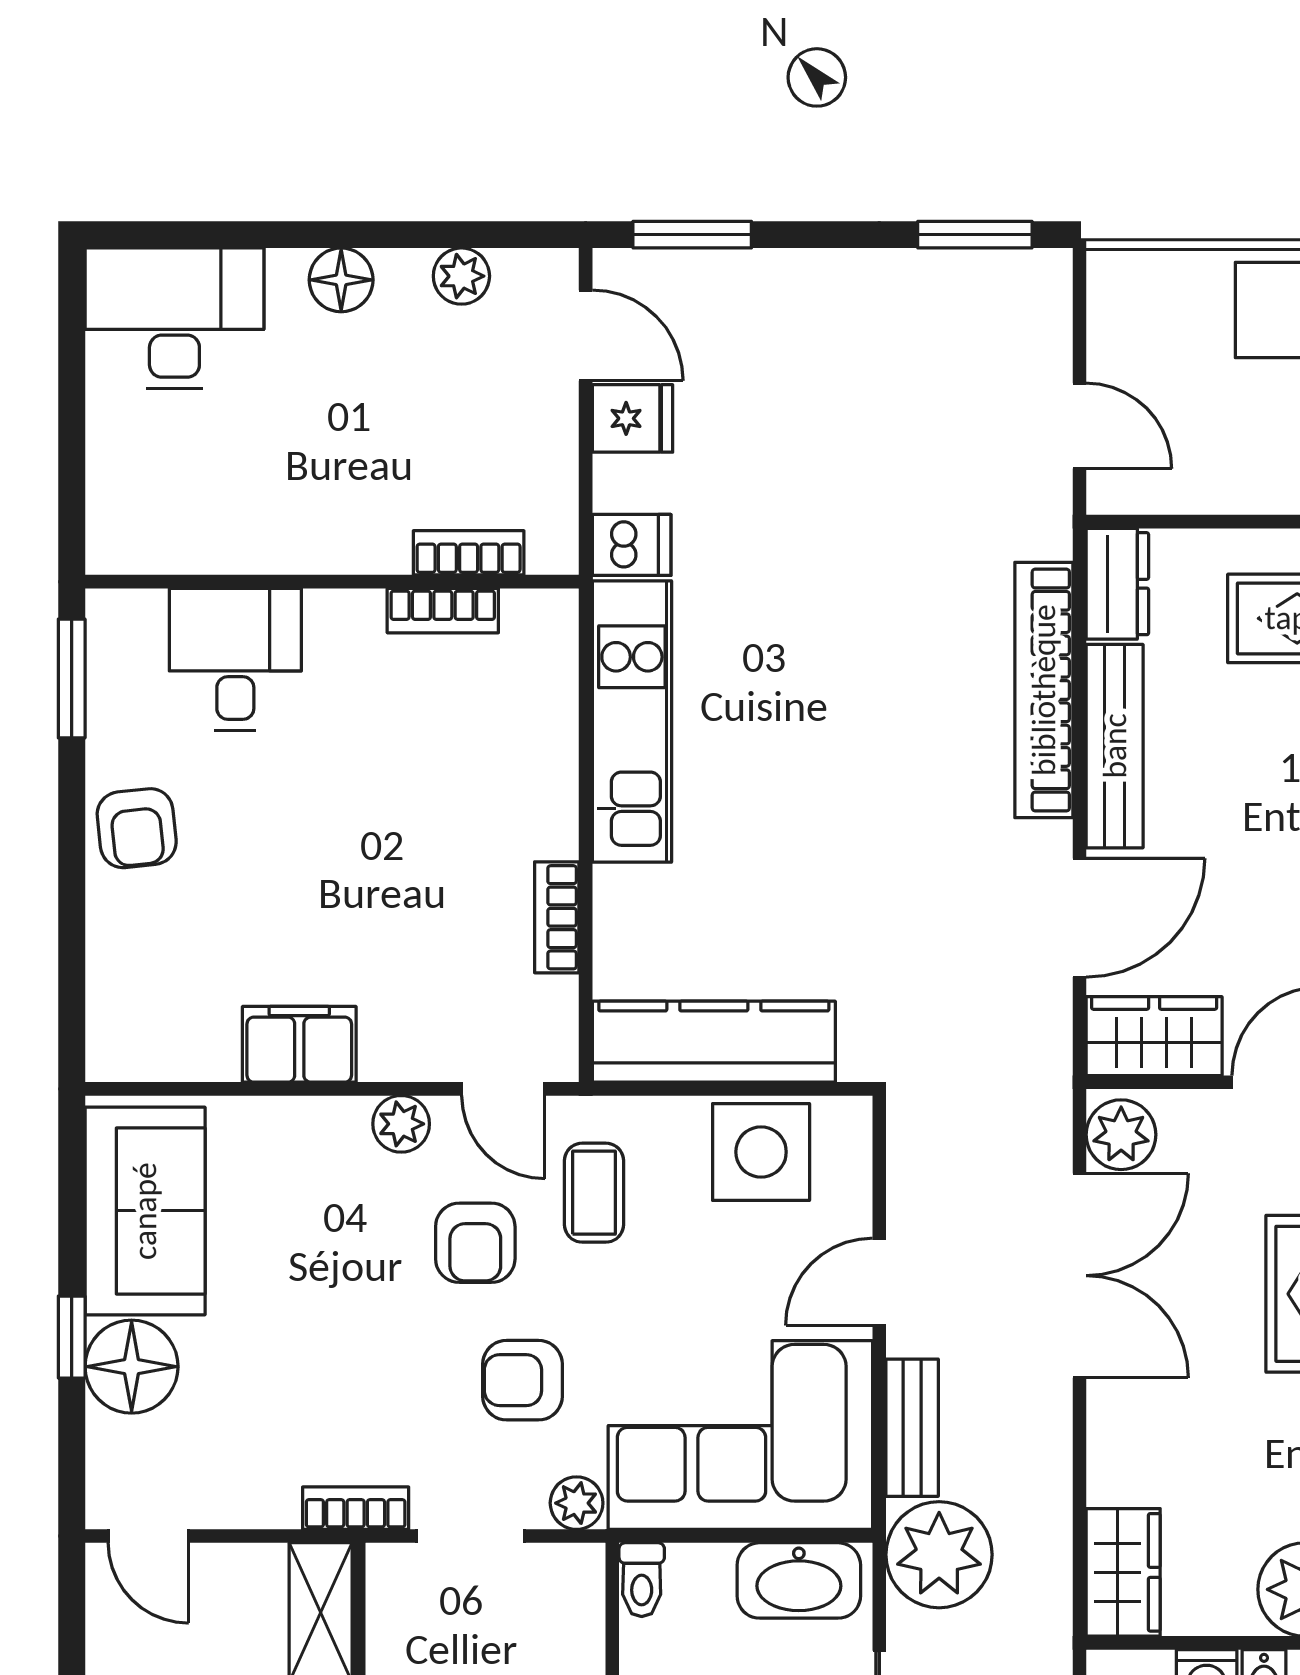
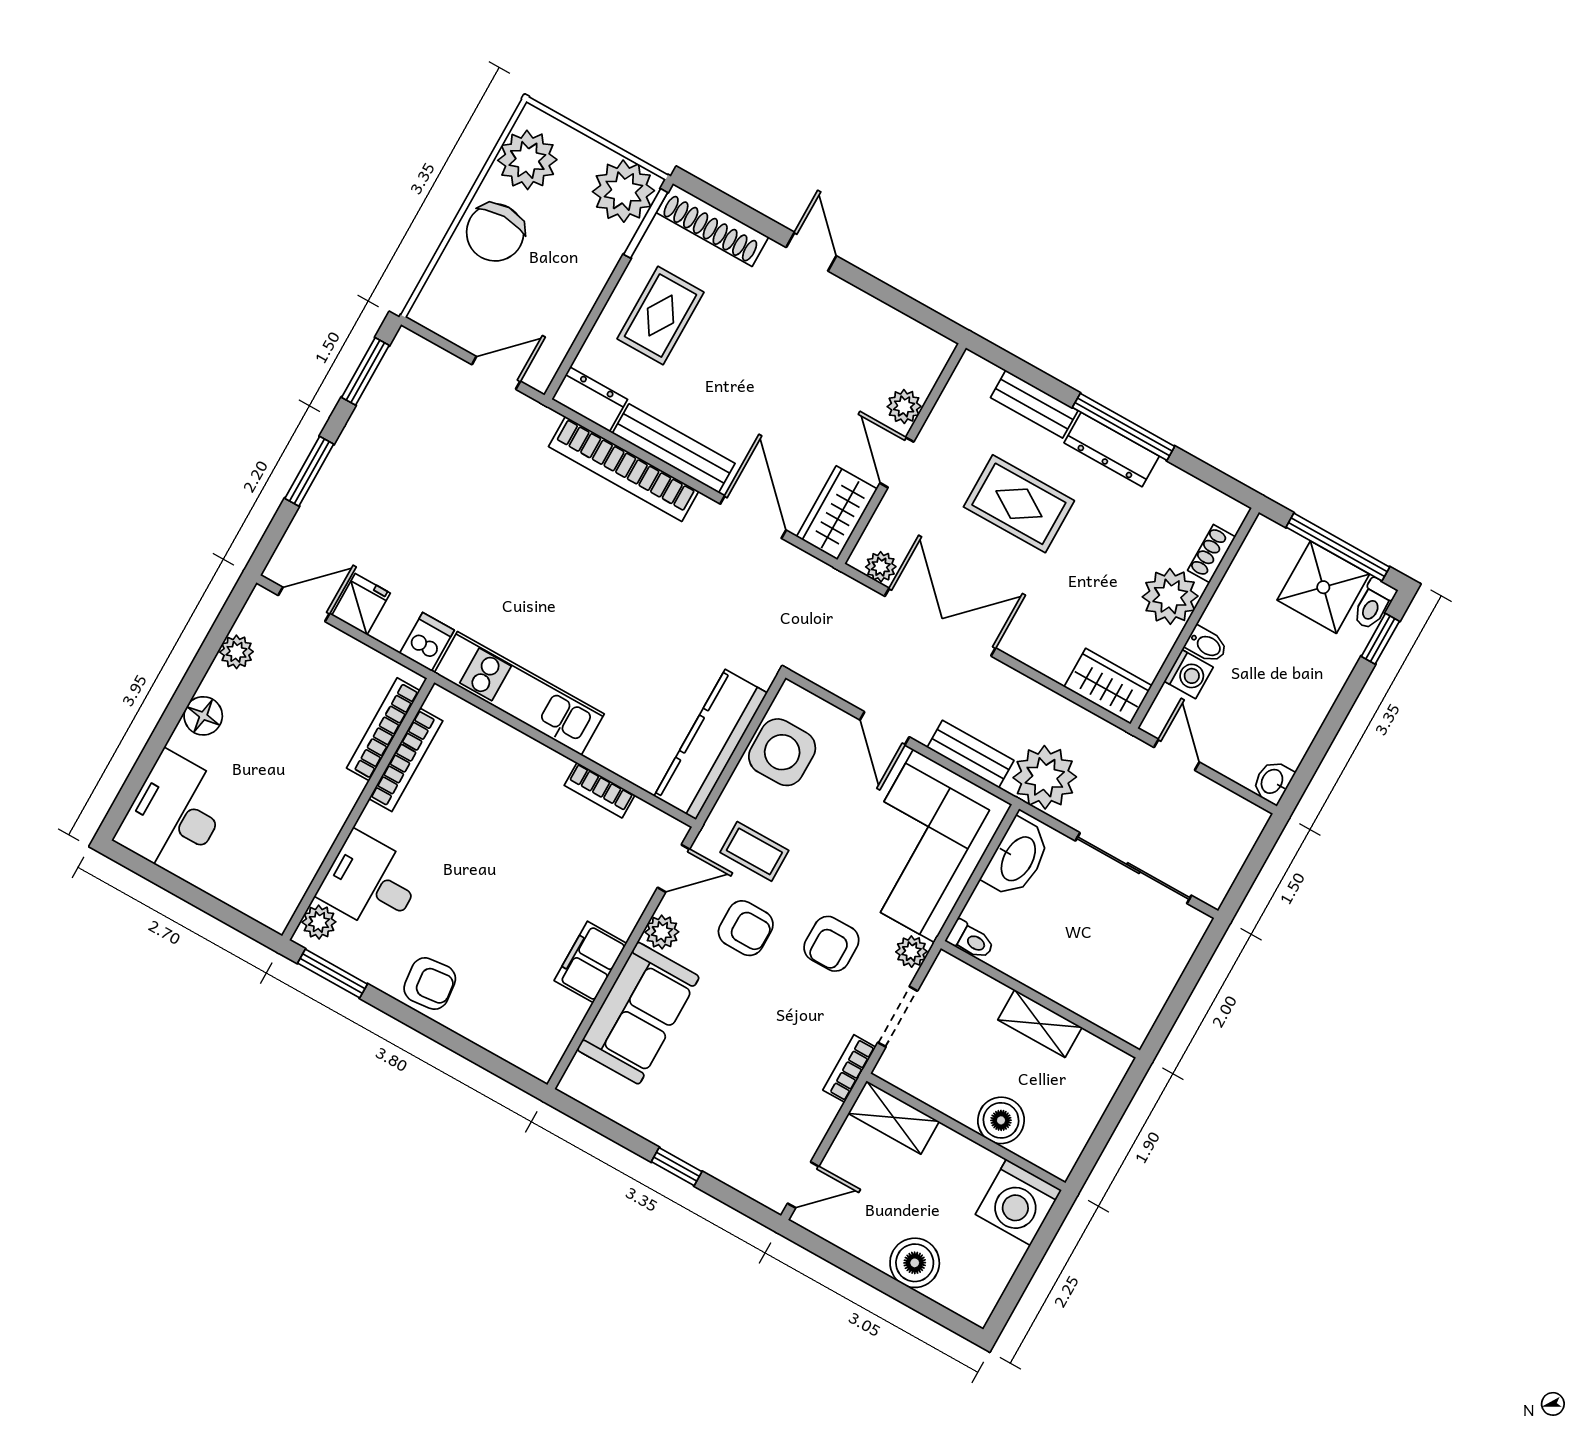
window: (692, 235) -> (309, 471), moved
bookcase: (469, 553) -> (383, 729), width x1.56
bookcase: (443, 611) -> (406, 760), width x1.56
plant: (136, 617) -> (319, 922), added
plant: (1121, 1135) -> (881, 567), width x0.73, depth x0.73
sofa: (145, 1211) -> (638, 1013), moved, turned 90
floor lamp: (132, 1367) -> (710, 1144), removed

